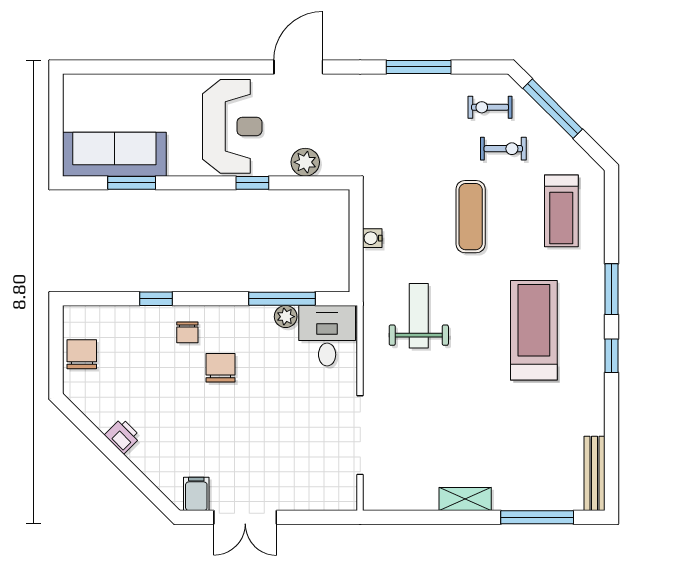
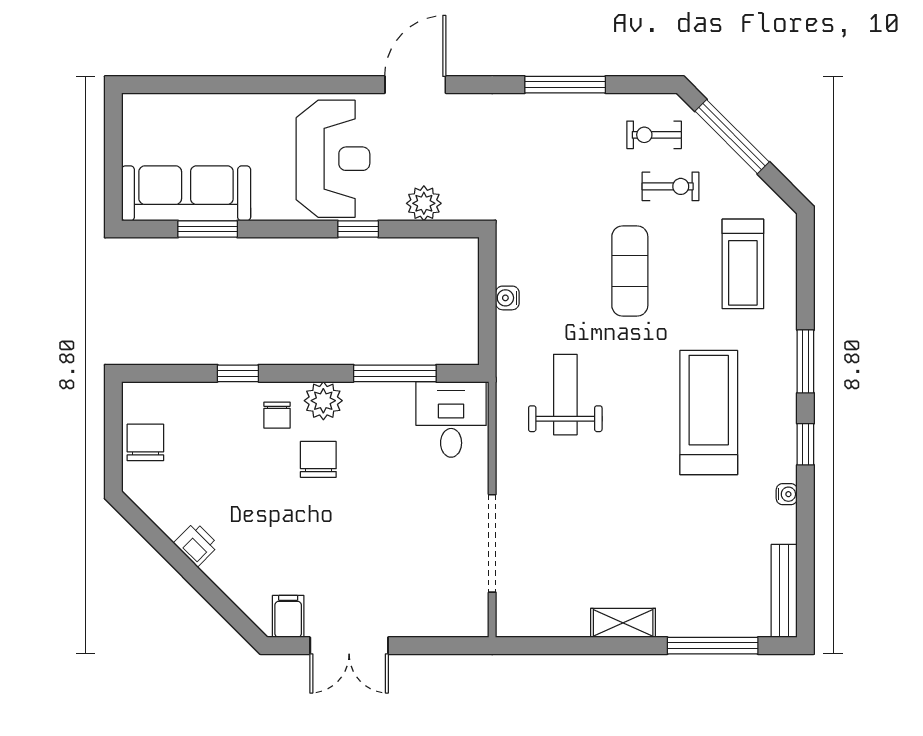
plant: (286, 317) -> (323, 401), moved, width x1.38, depth x1.38
water cooler: (597, 396) -> (787, 494), added

